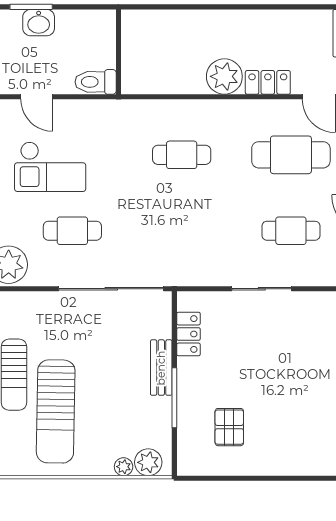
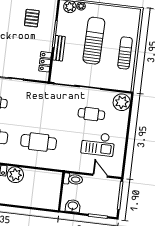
washbasin: (39, 23) -> (73, 206), moved
cafe table: (182, 155) -> (39, 142), width x1.37, depth x1.35
checkout: (50, 167) -> (98, 144), turned 180
sun lounger: (56, 411) -> (94, 41), moved

